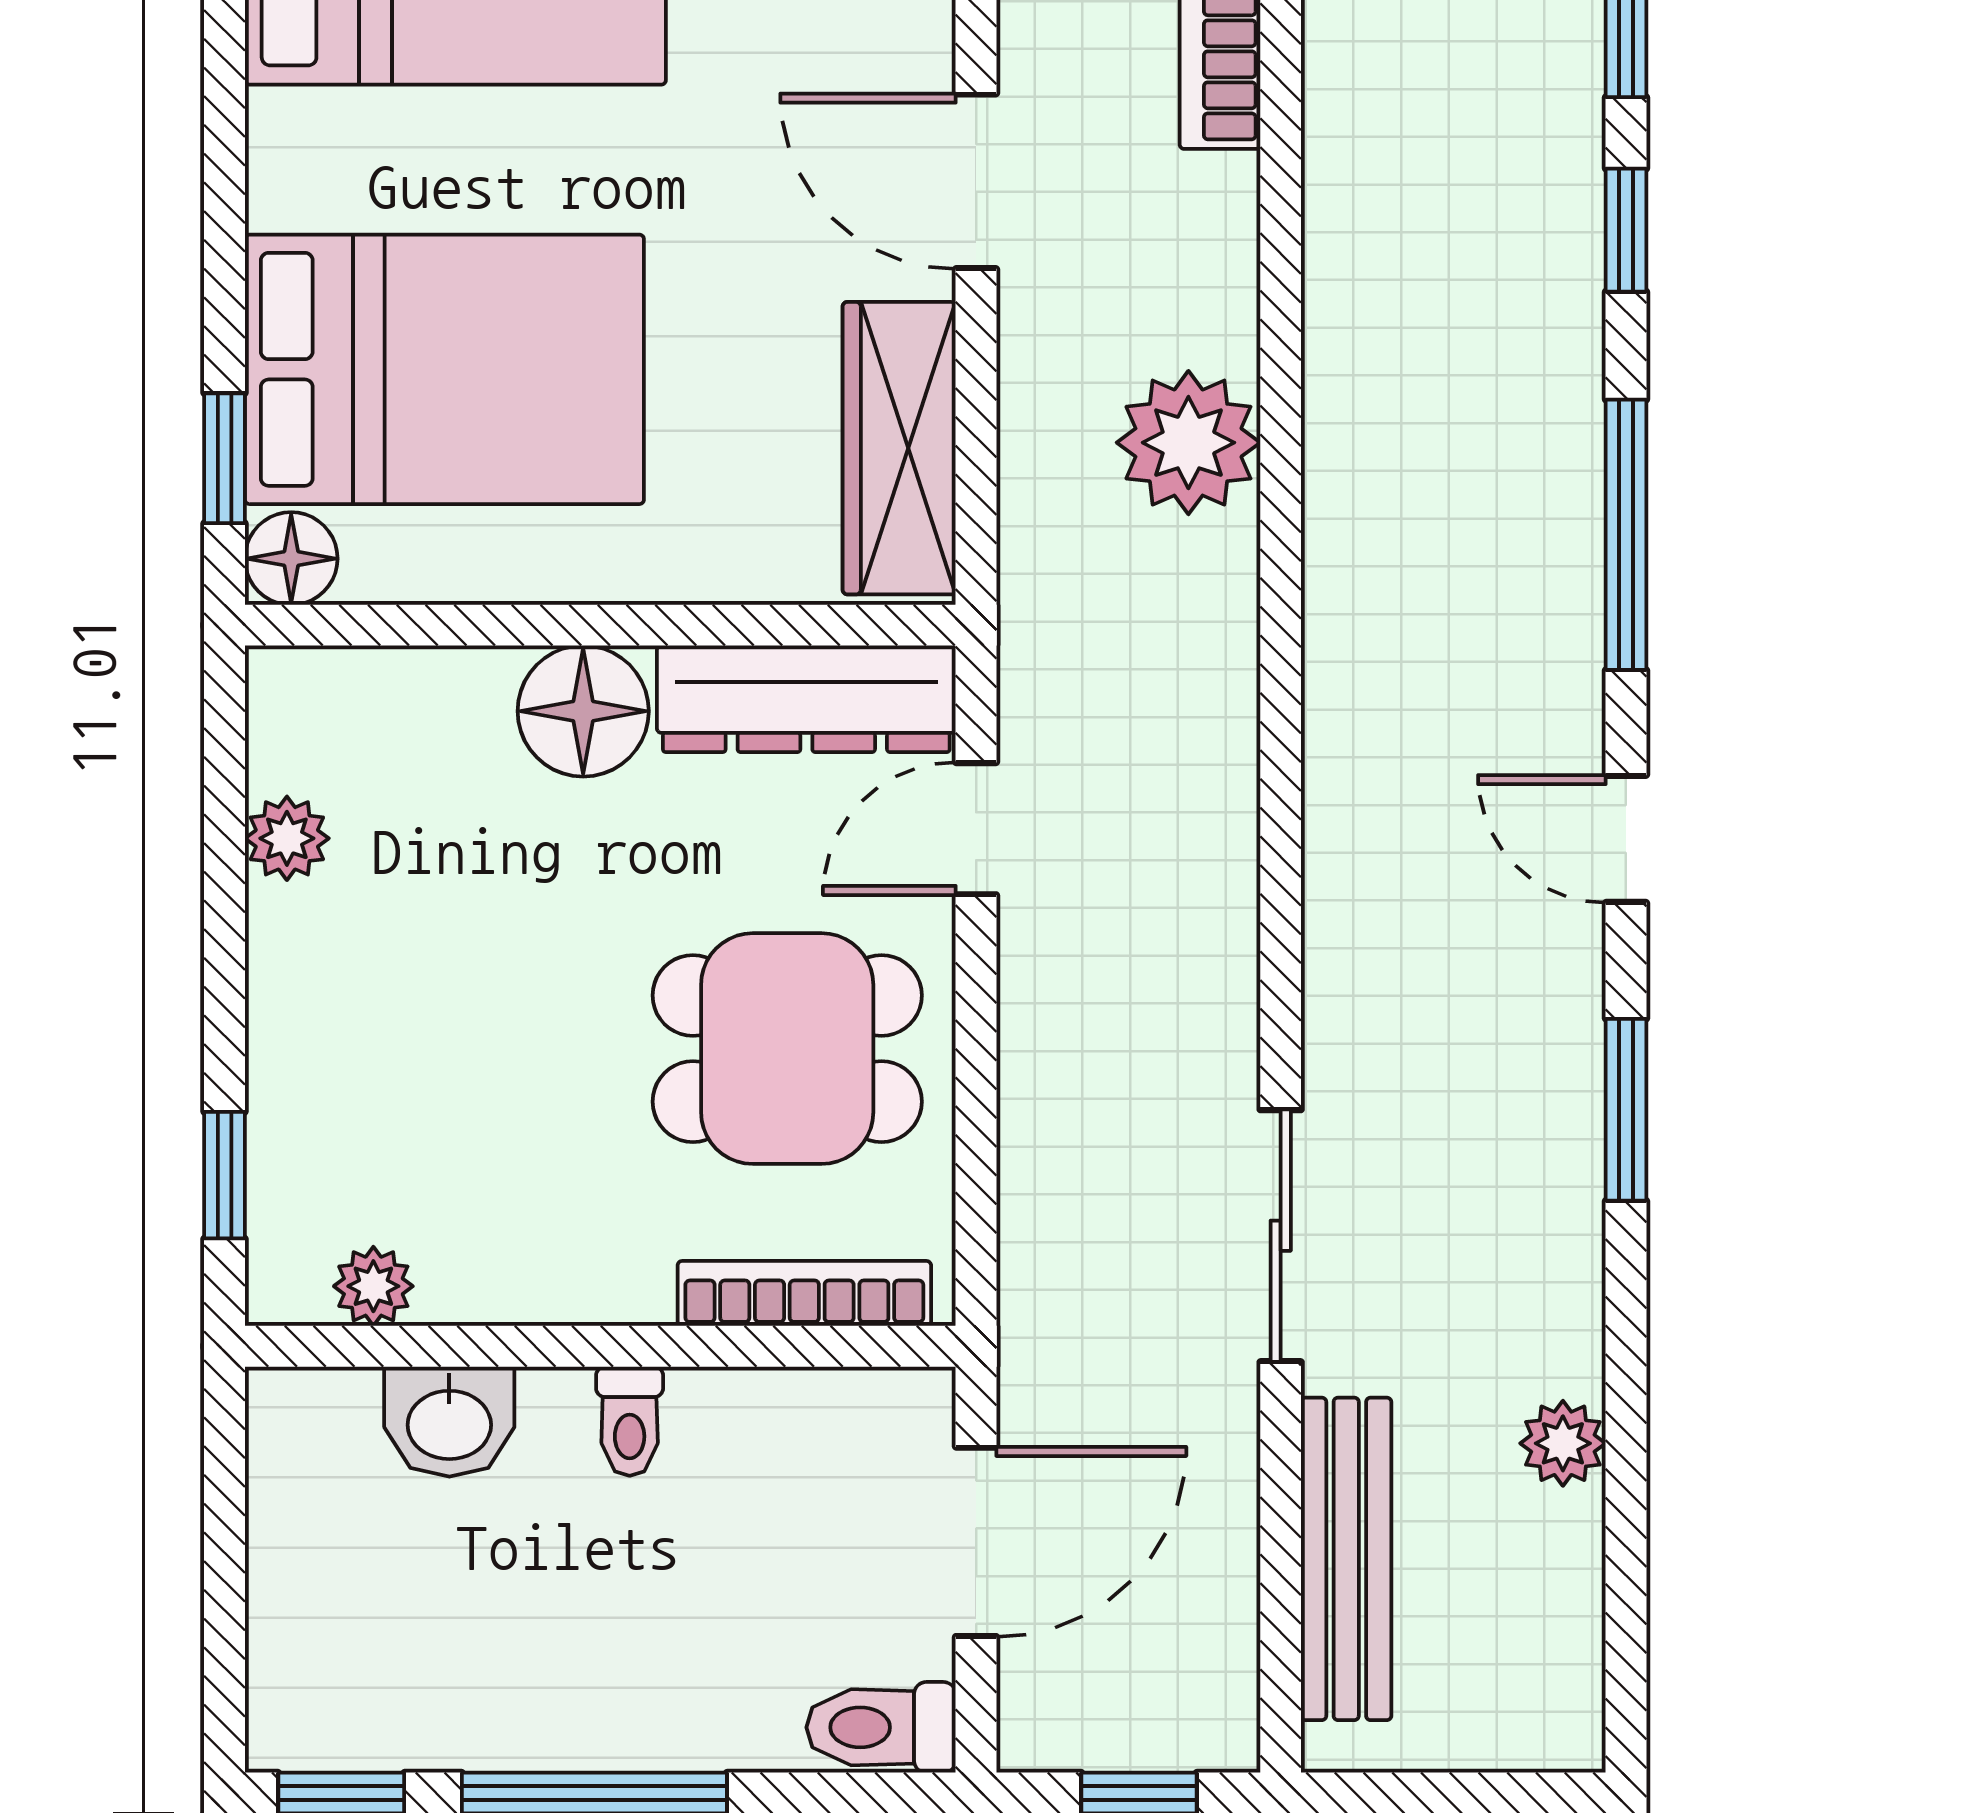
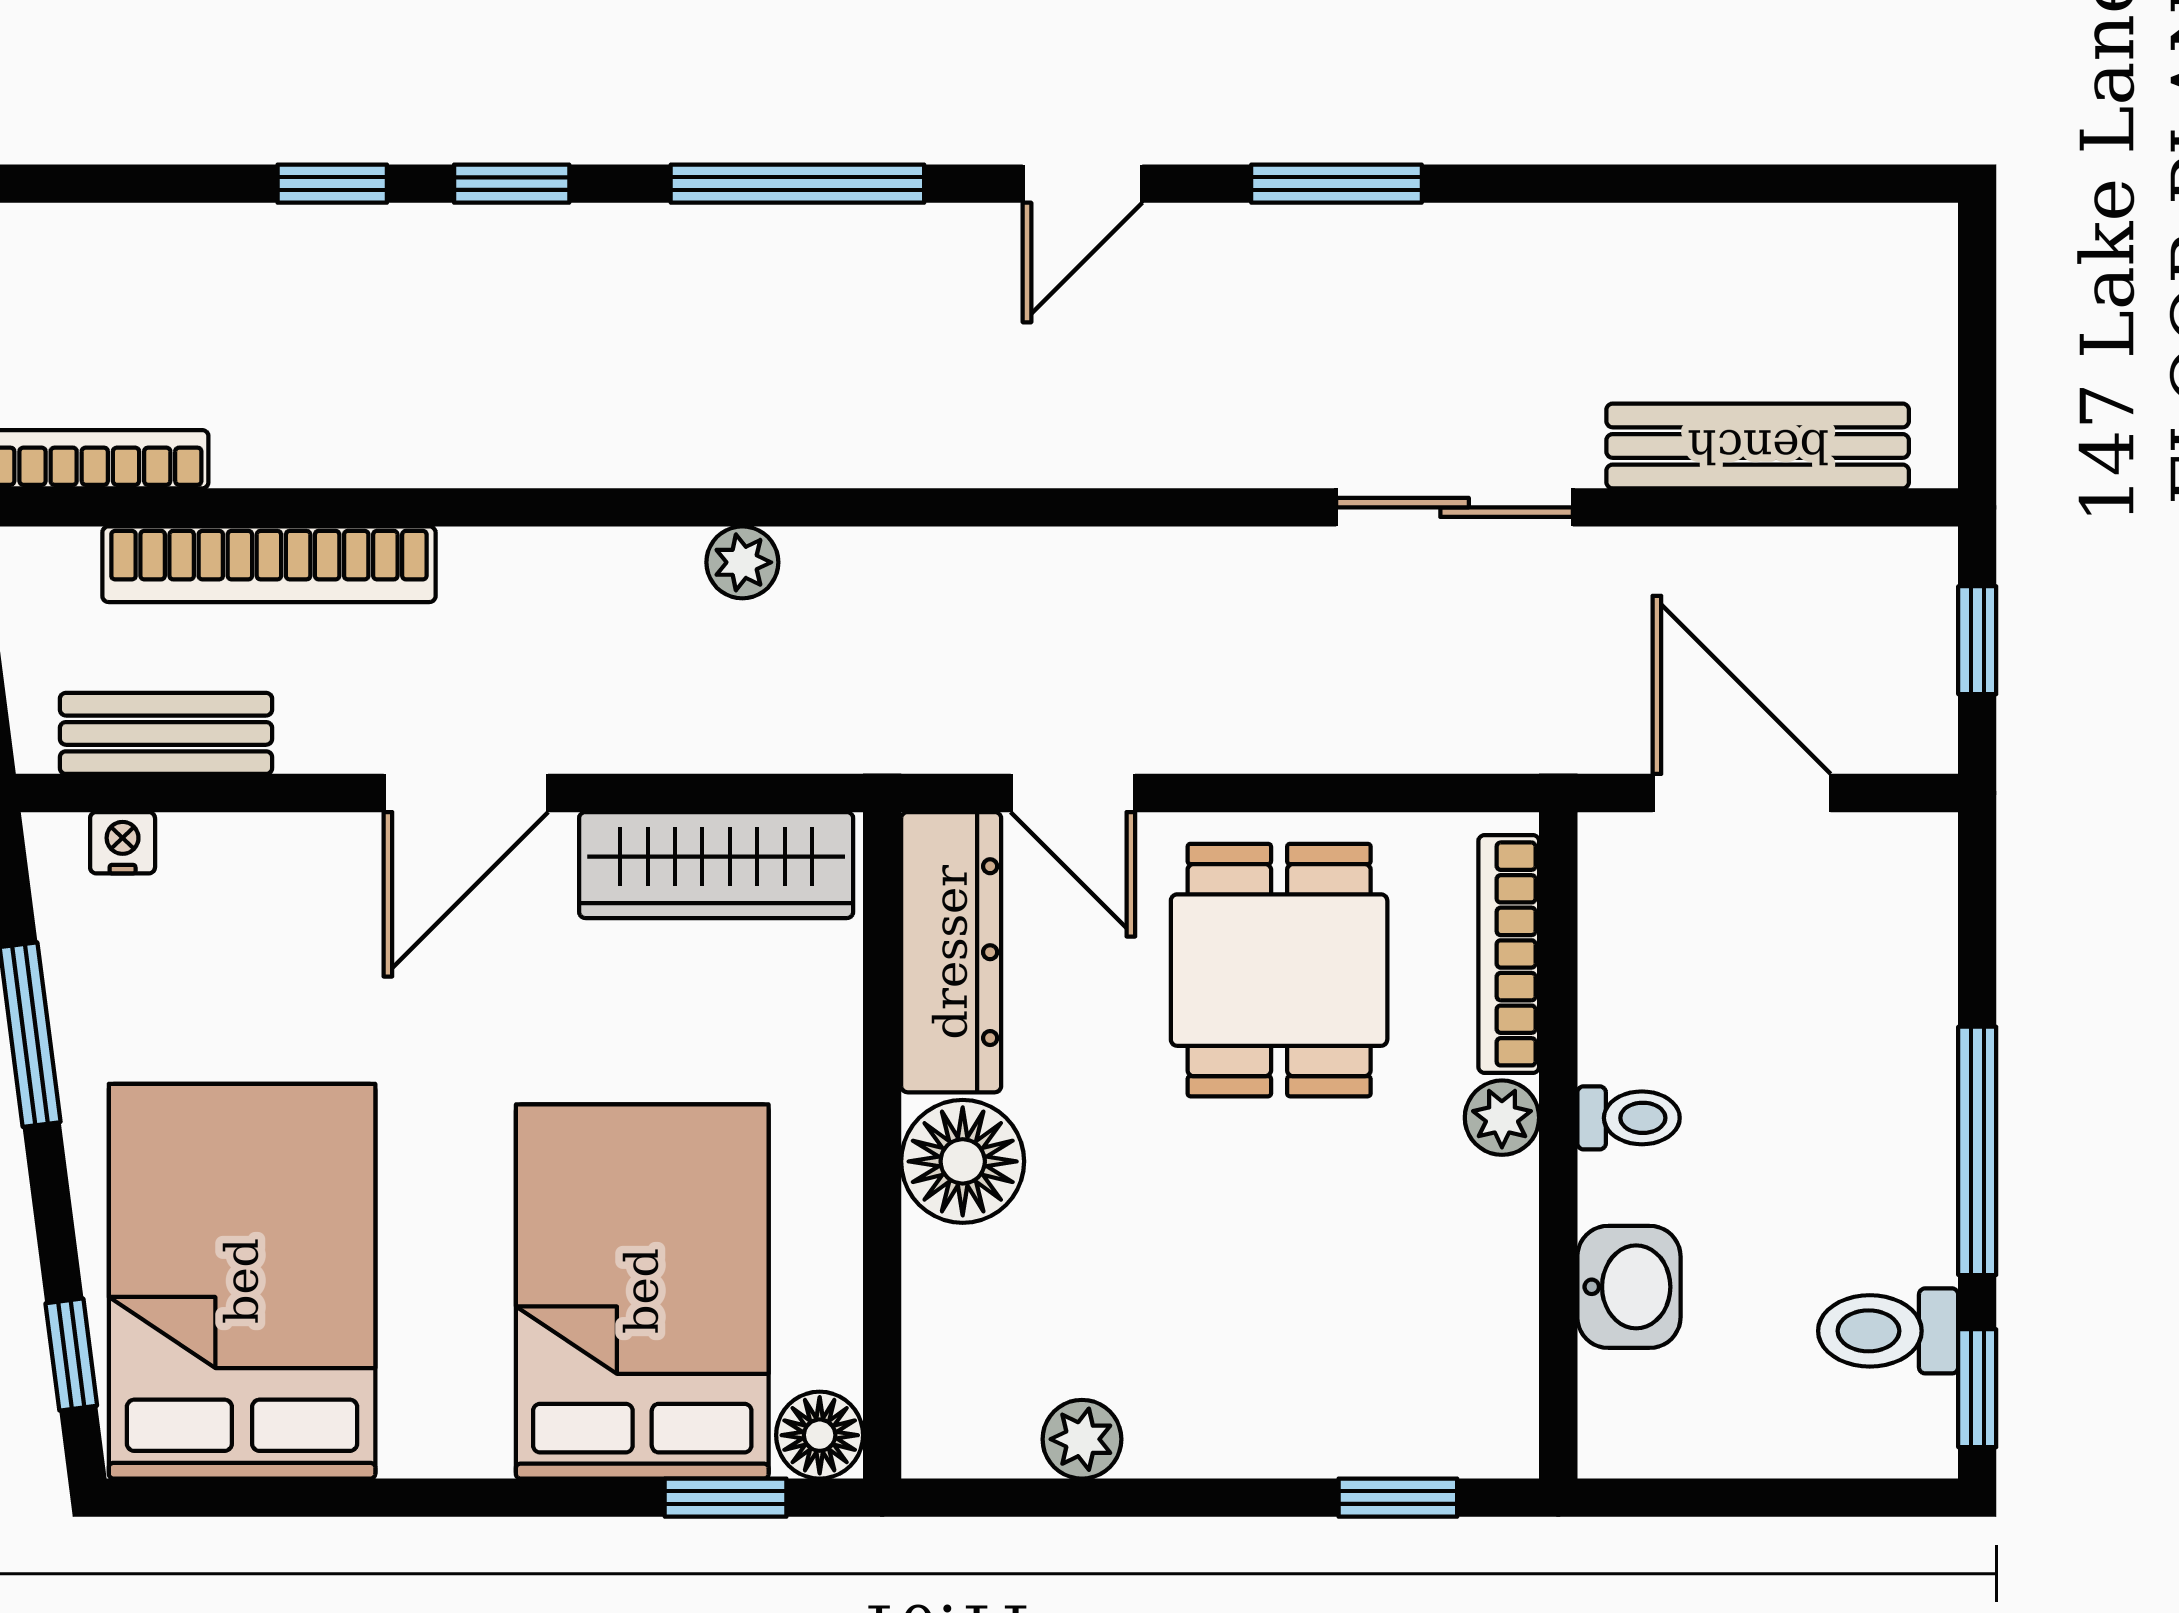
plant: (1188, 443) -> (742, 562), width x0.53, depth x0.53
plant: (373, 1286) -> (1502, 1118), moved
plant: (1563, 1443) -> (1649, 243), removed
toilet: (881, 1727) -> (1888, 1331), moved, turned 90

